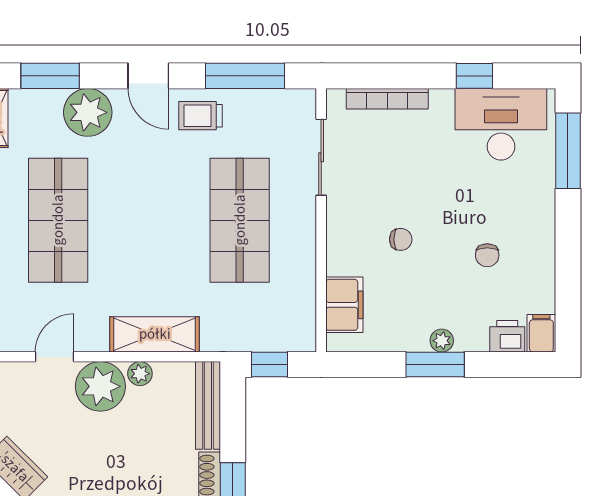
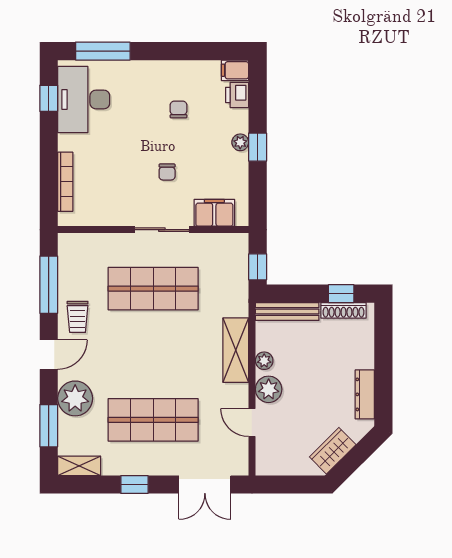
window: (474, 76) -> (49, 98), moved
sliding door: (321, 157) -> (162, 230), moved
chair: (401, 239) -> (167, 172), turned 180
chair: (487, 255) -> (179, 109), turned -90
window: (435, 365) -> (258, 147), width x0.67
plant: (100, 386) -> (269, 389), width x0.73, depth x0.73

